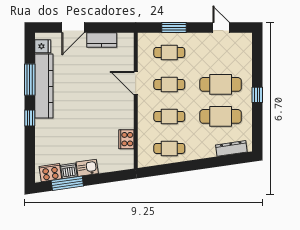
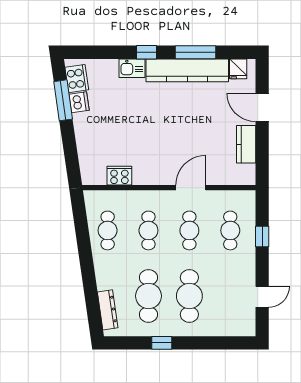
window: (174, 28) -> (262, 237), width x0.67
window: (257, 95) -> (162, 343), moved
kitchen sink: (87, 168) -> (132, 68), moved, turned 98

